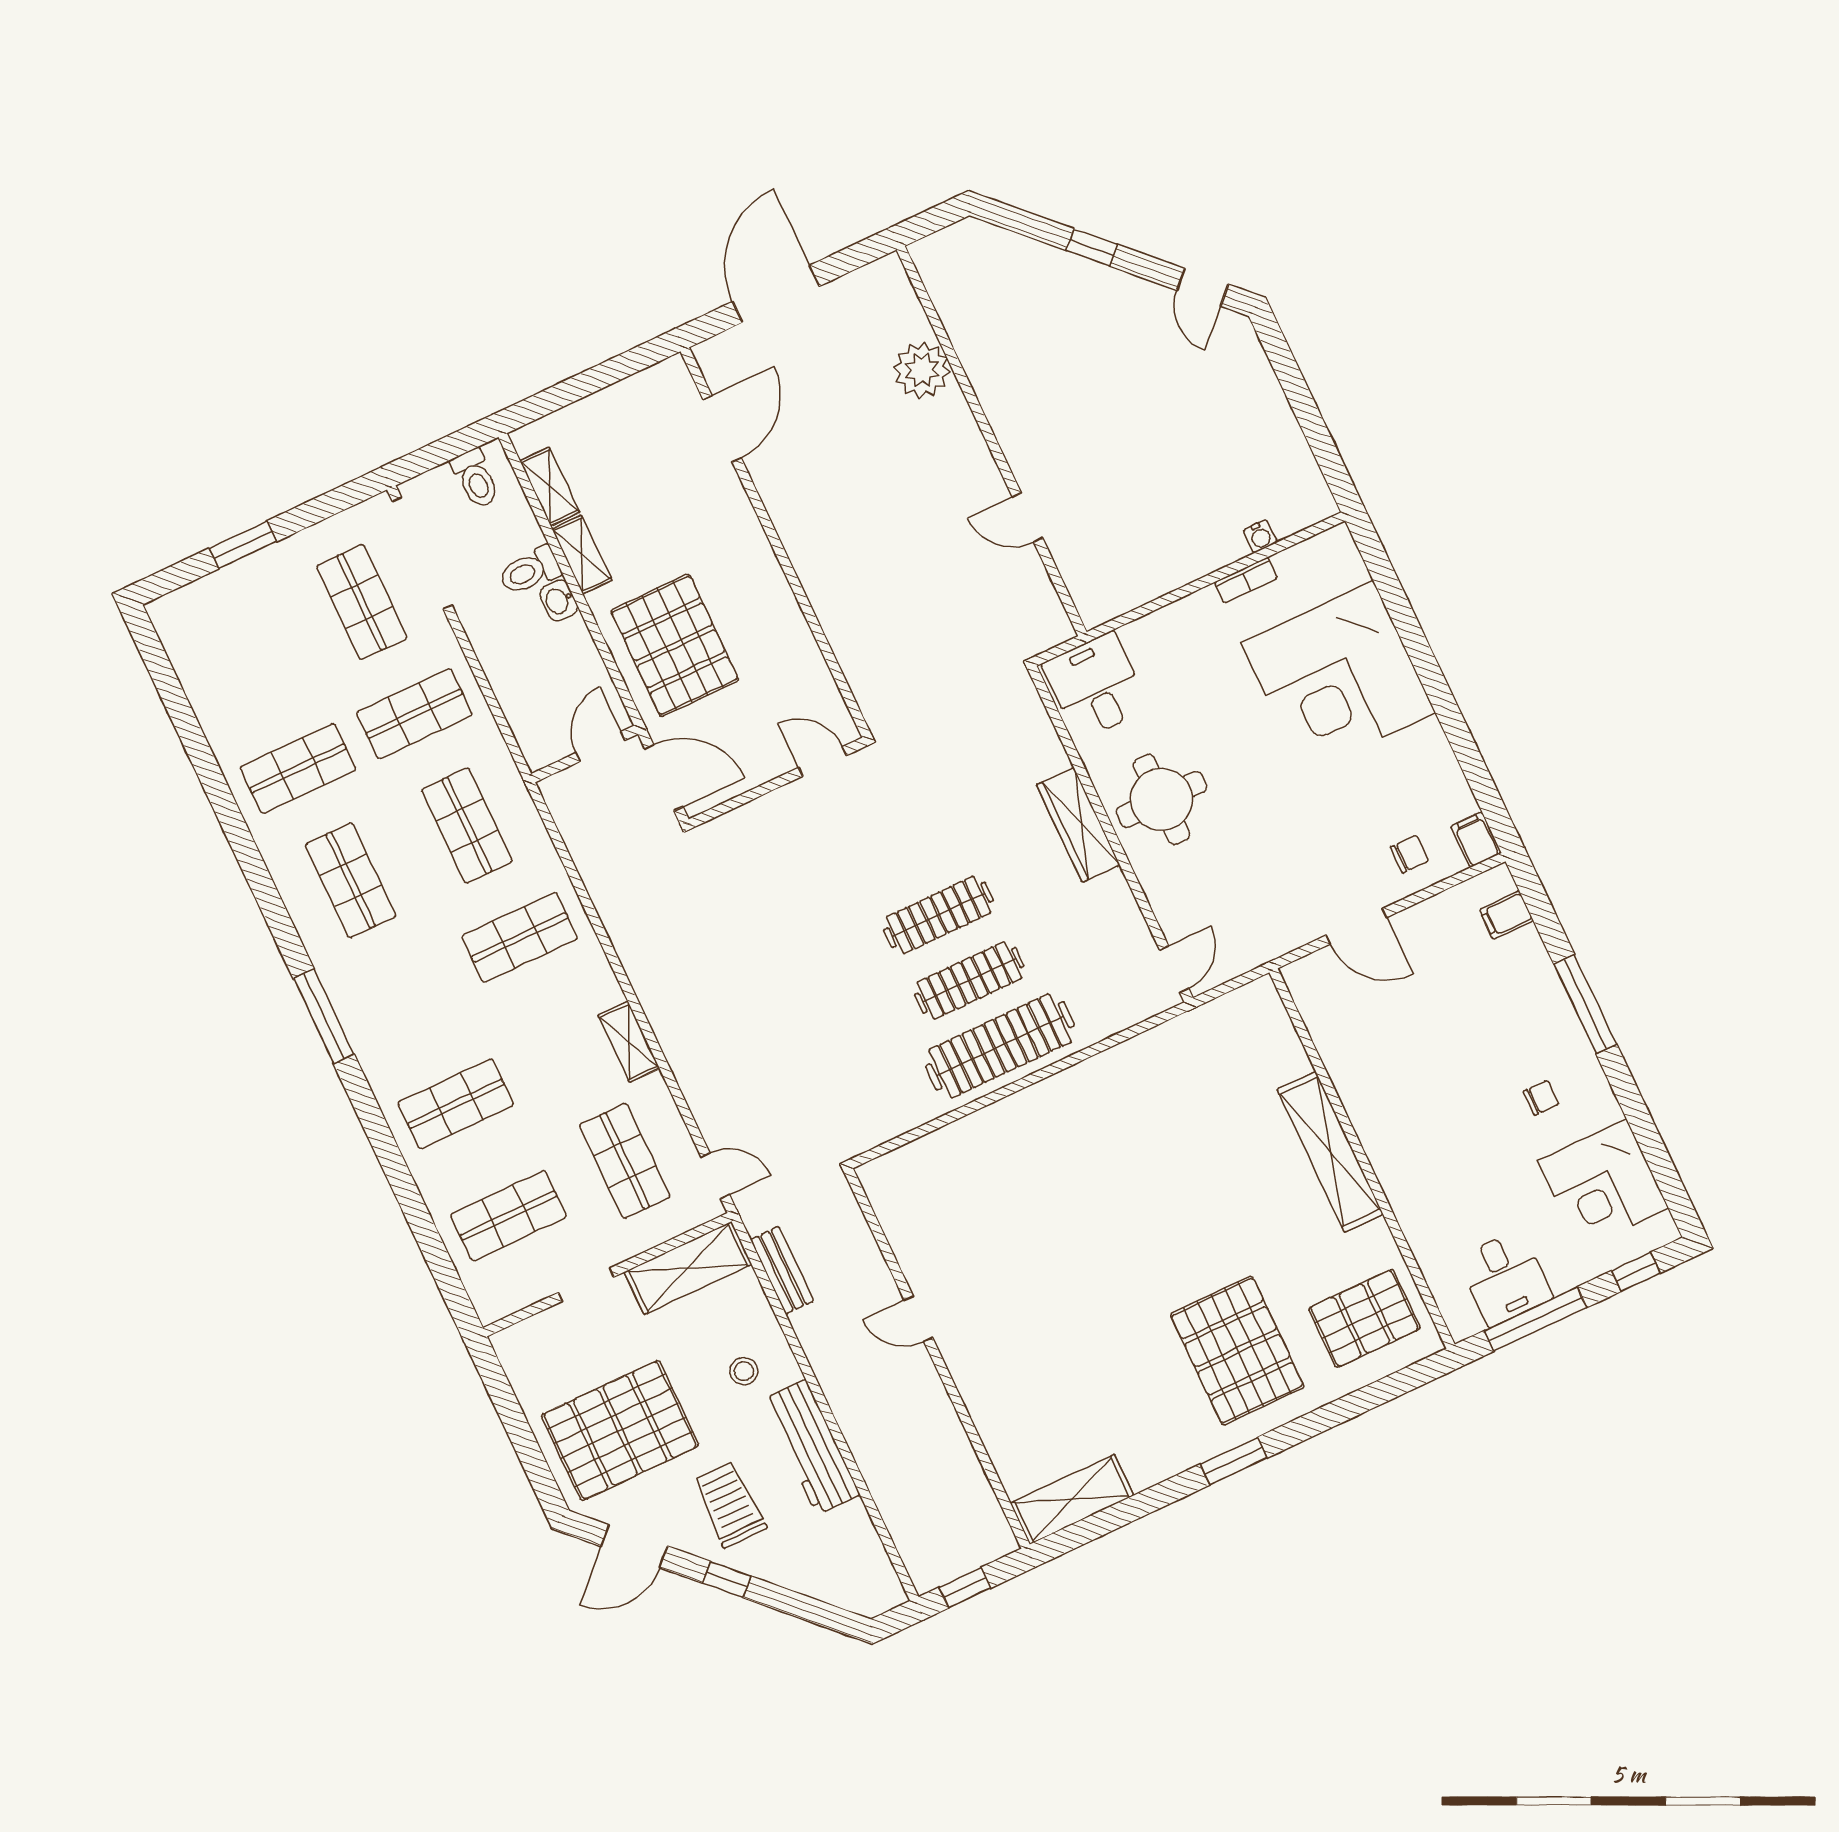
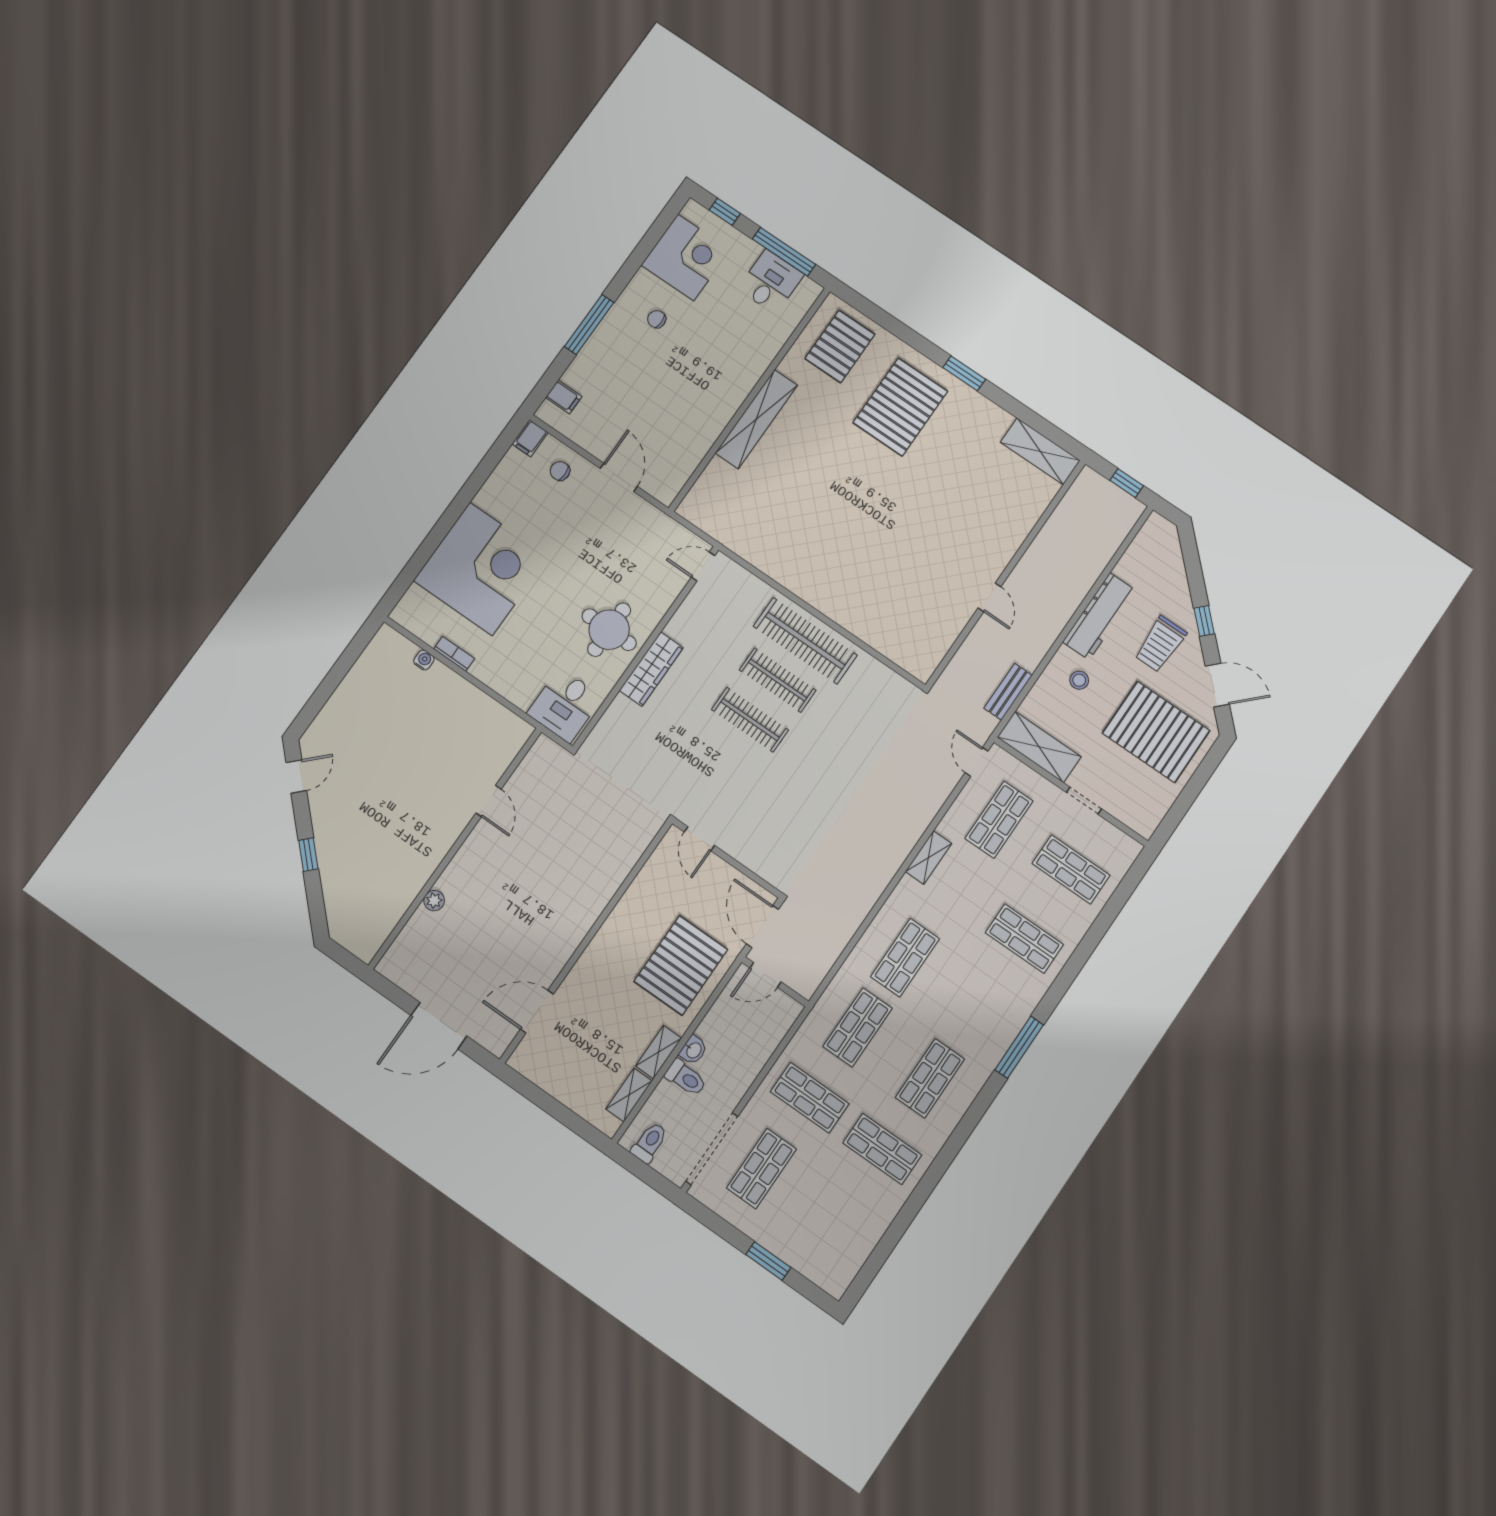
plant: (922, 370) -> (434, 901), width x0.53, depth x0.53
shop shelf: (520, 937) -> (905, 958), turned 90
pallet: (1364, 1318) -> (840, 346), turned 90

